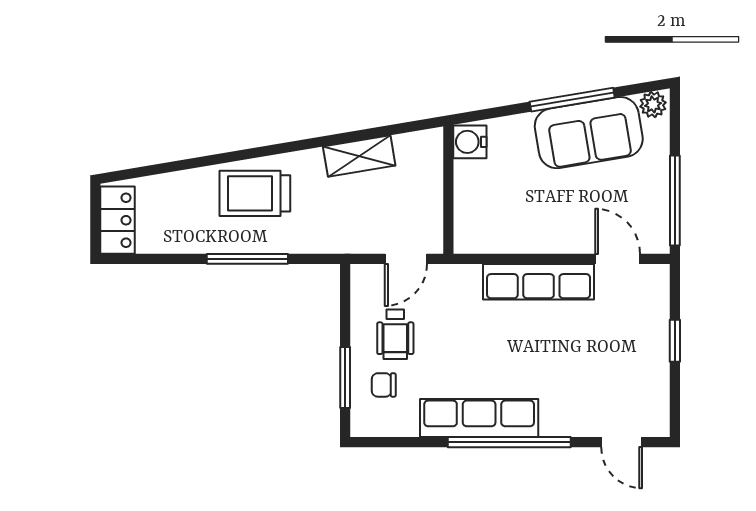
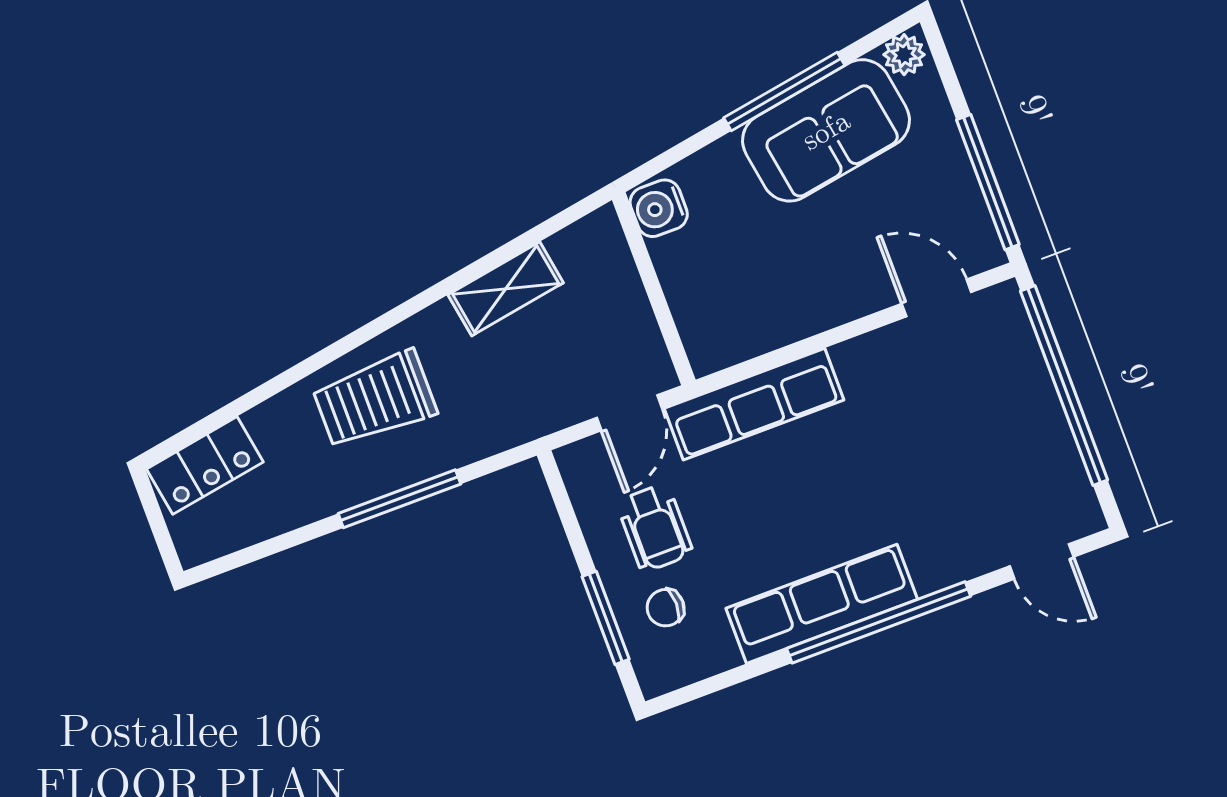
locker: (118, 220) -> (205, 465), moved, turned 80
row of seats: (539, 282) -> (754, 404), moved
window: (675, 341) -> (1064, 386), width x3.17

